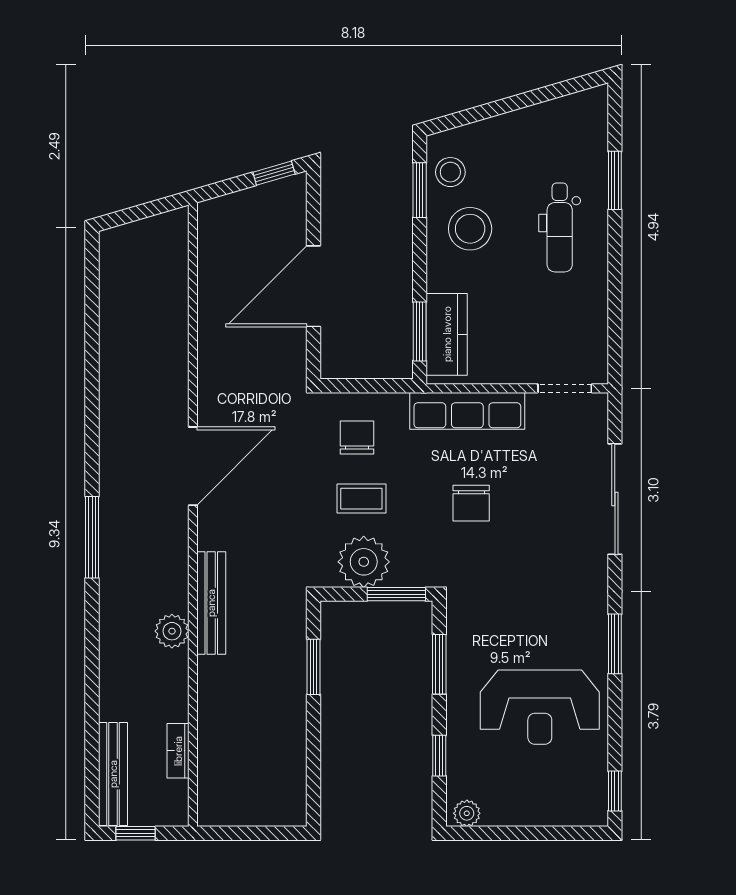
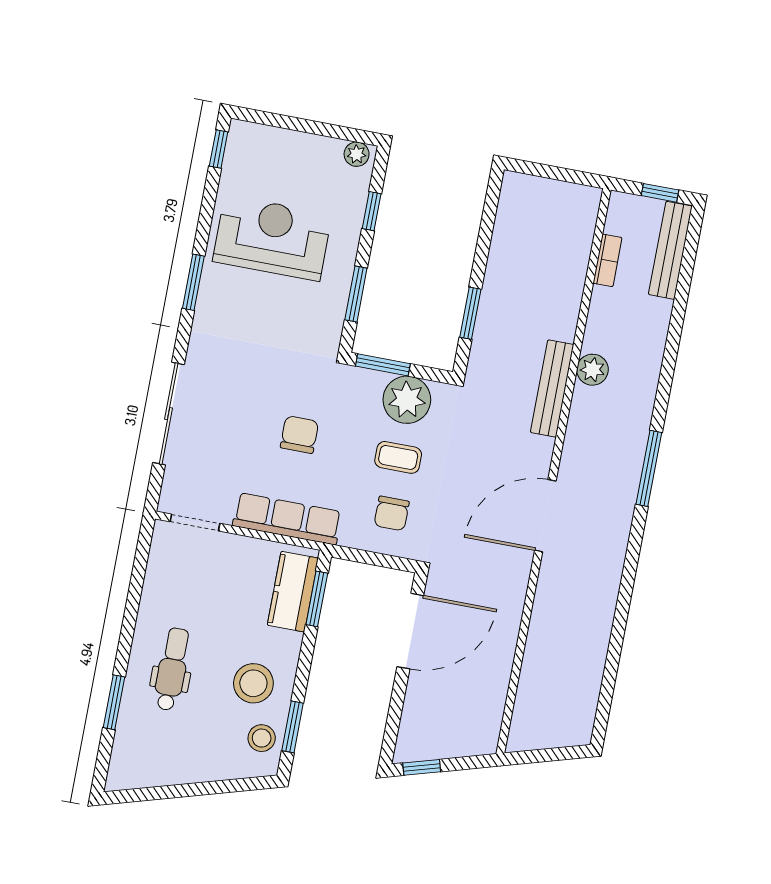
door: (313, 286) -> (410, 631), moved

